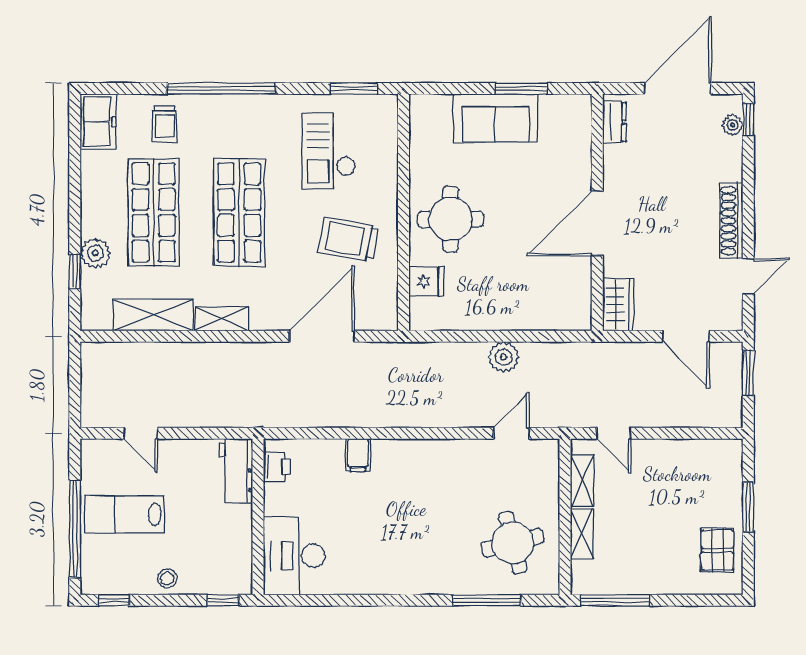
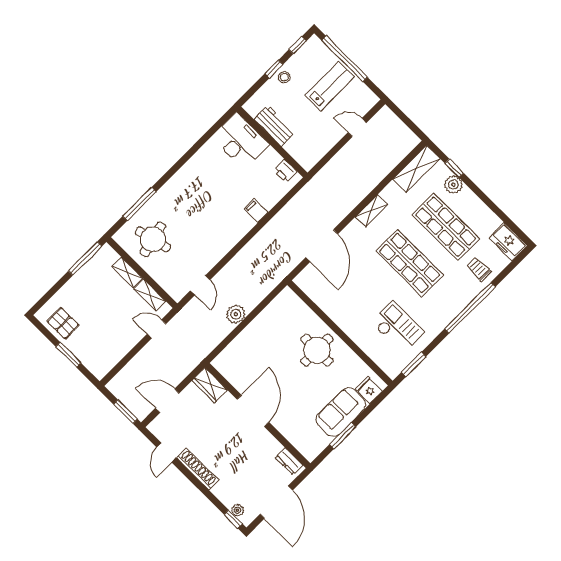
trolley: (349, 239) -> (352, 298), removed
fridge: (426, 281) -> (369, 390), moved, turned 90
shelving: (153, 315) -> (416, 169), moved
workbench: (236, 471) -> (275, 126), moved
window: (223, 600) -> (274, 69), moved

